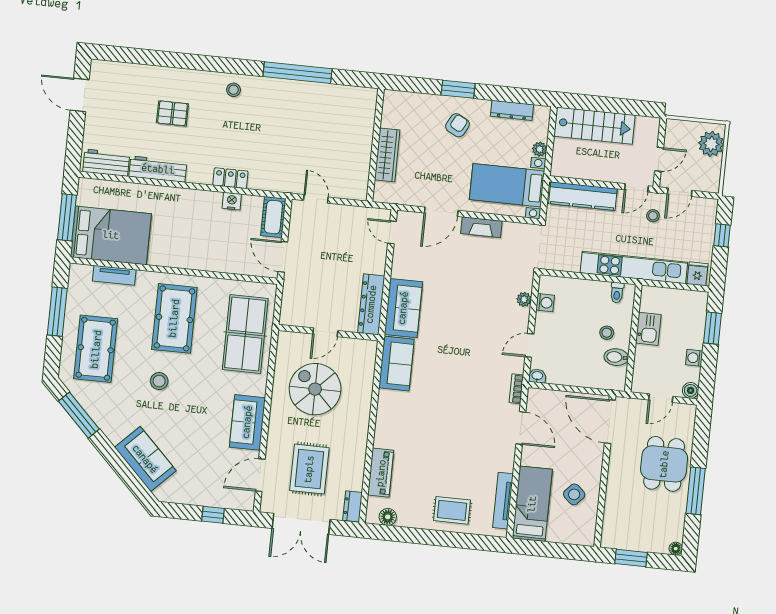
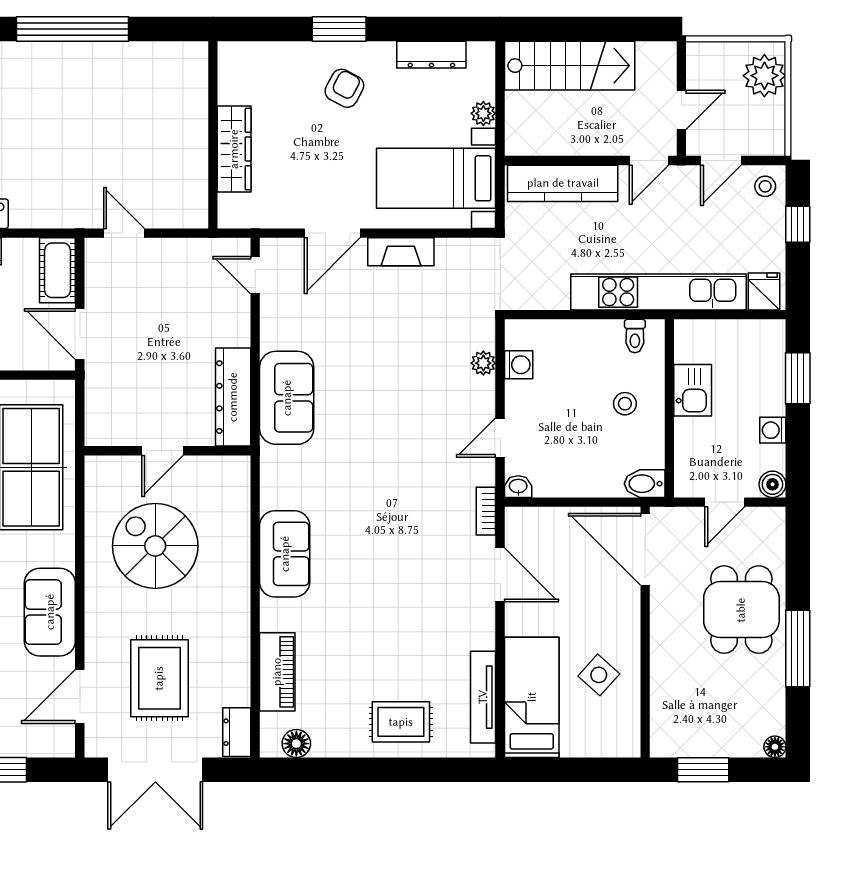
stool: (653, 216) -> (765, 186), moved
bidet: (616, 357) -> (645, 484), moved
sofa: (396, 364) -> (285, 554), moved

